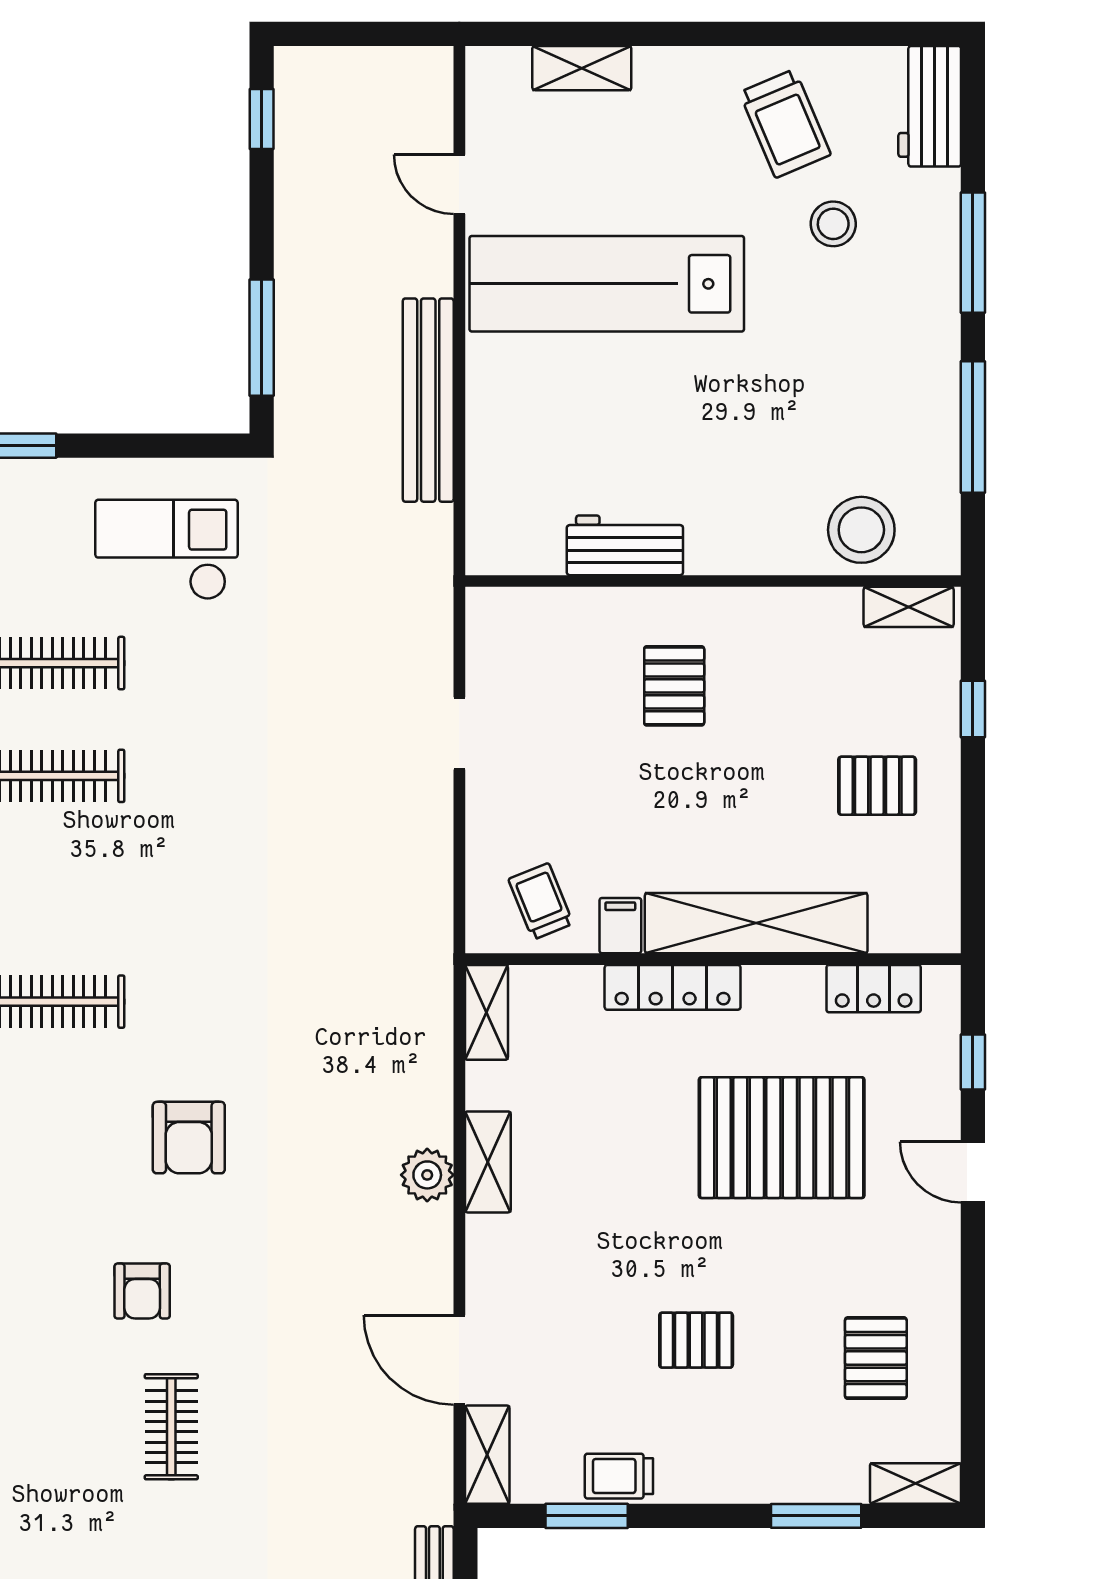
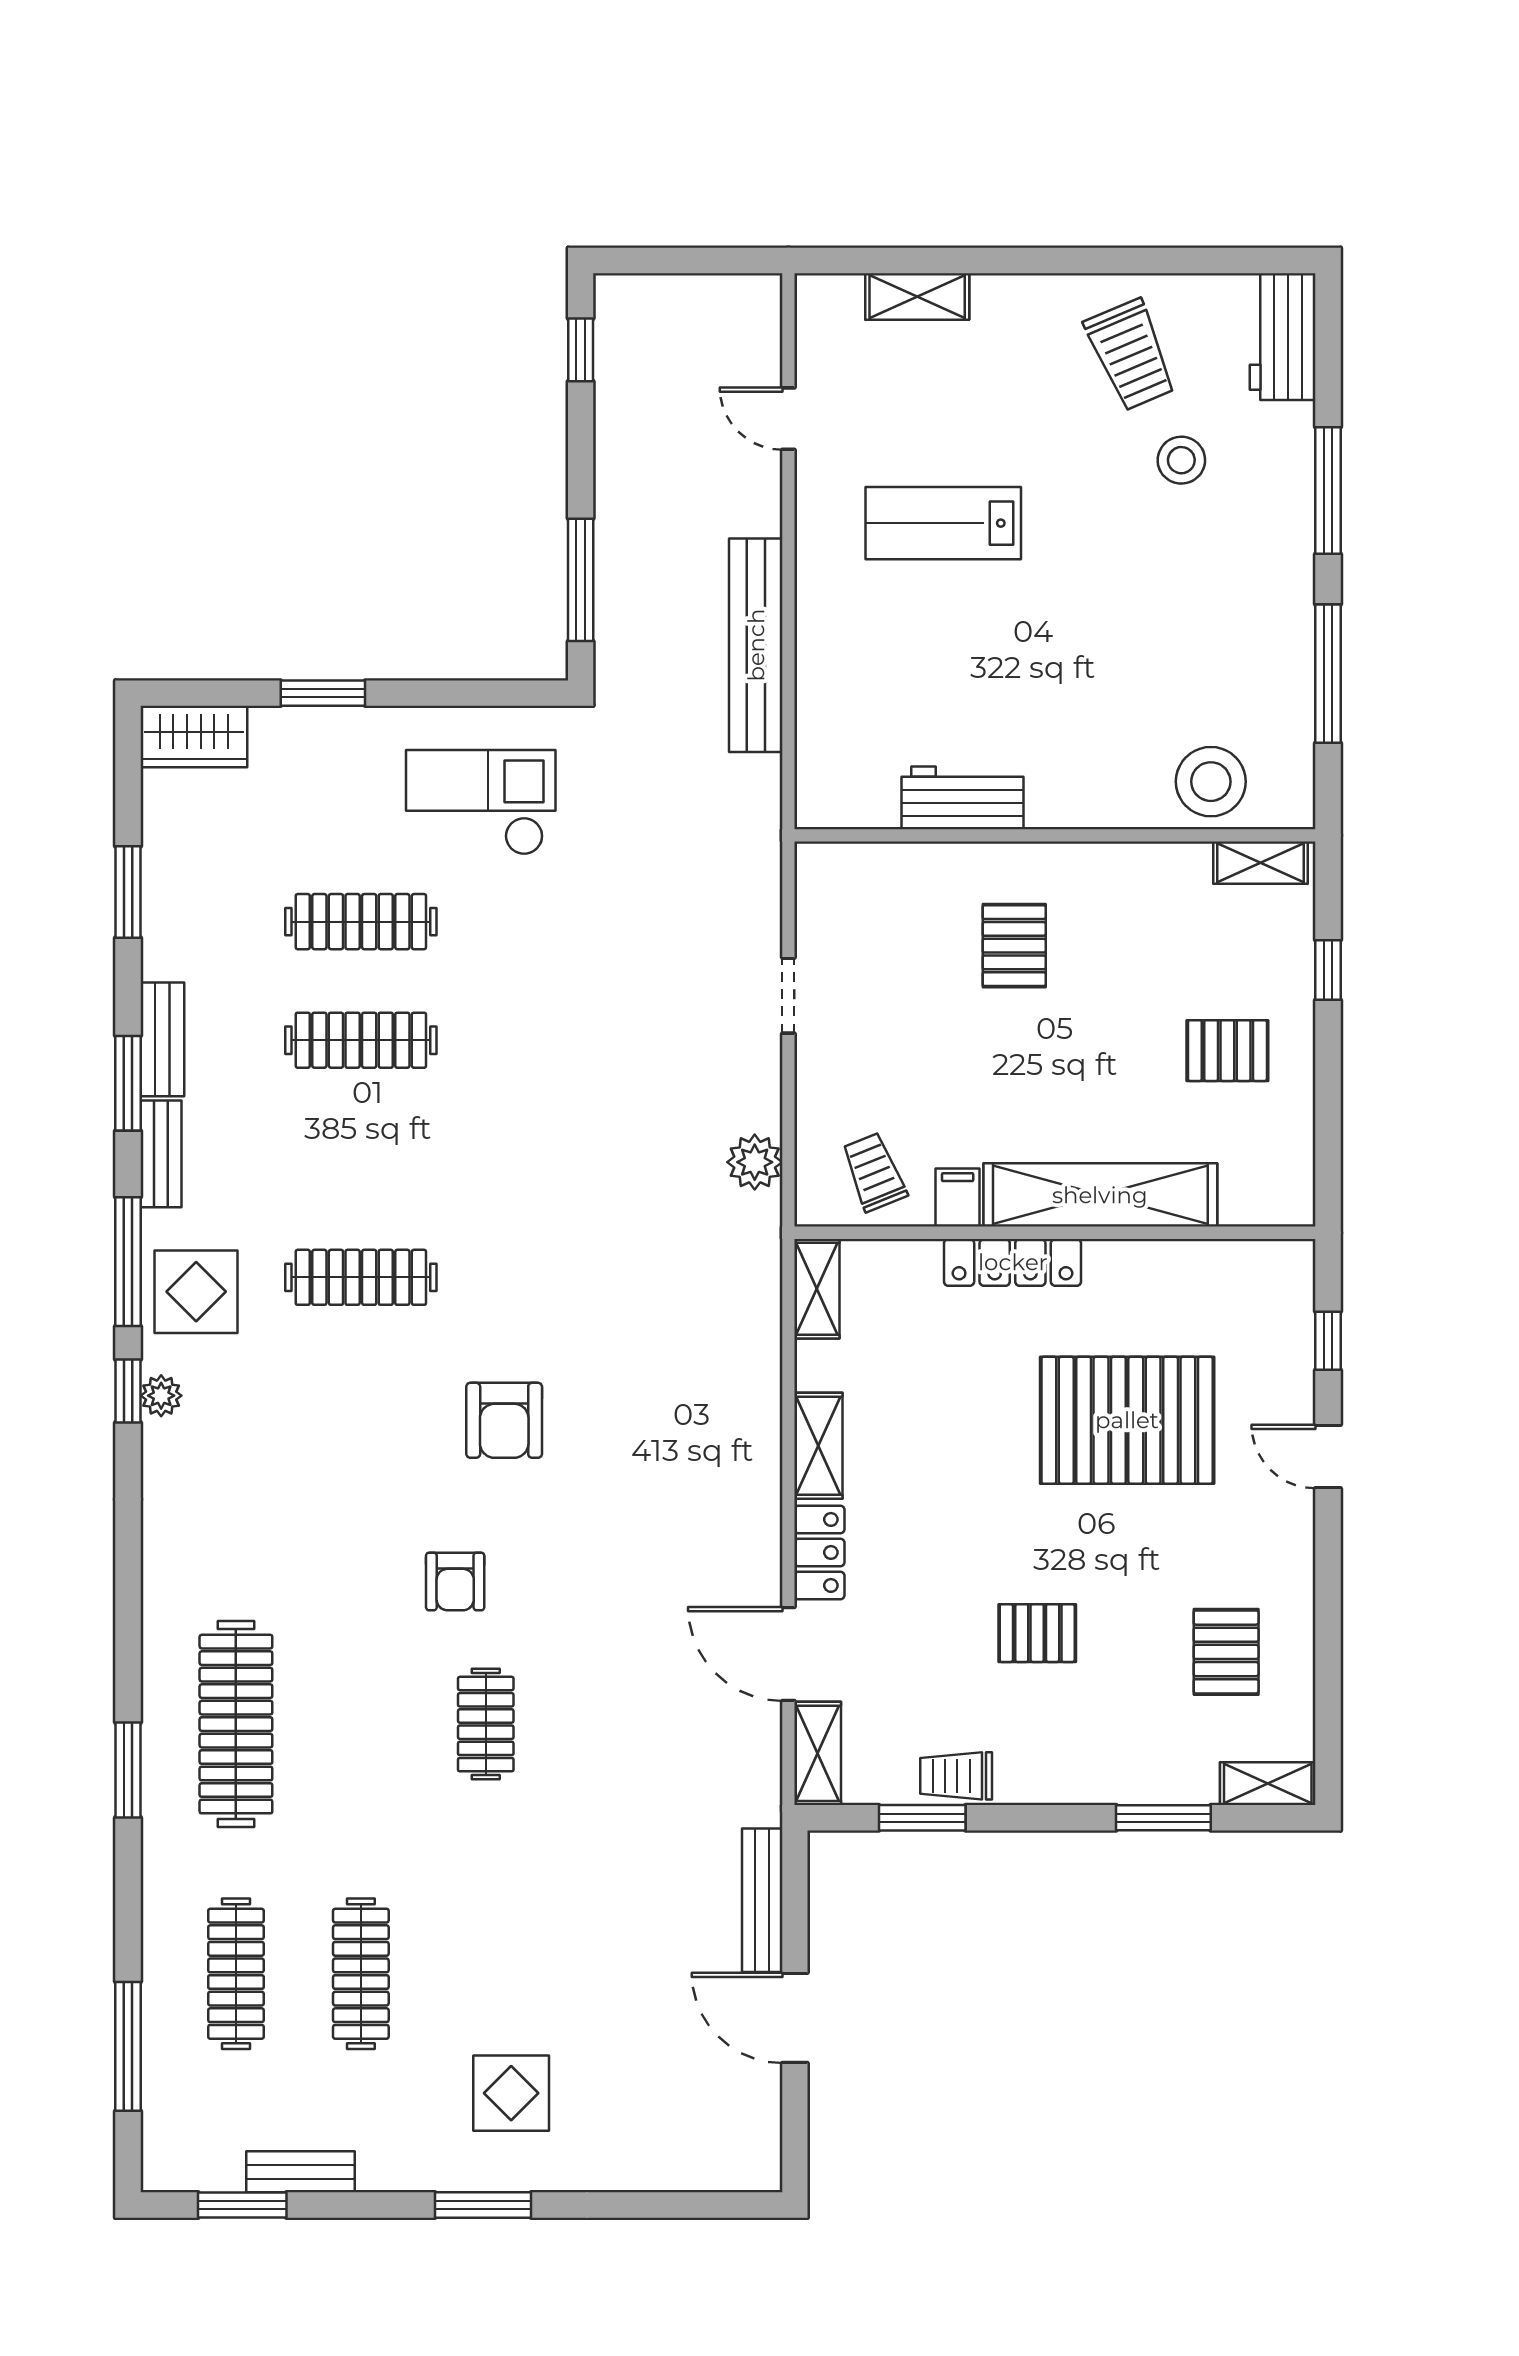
lab bench: (607, 284) -> (943, 523), width x0.54, depth x0.72
locker: (874, 989) -> (819, 1552), moved, turned -90
plant: (427, 1175) -> (755, 1162), moved

